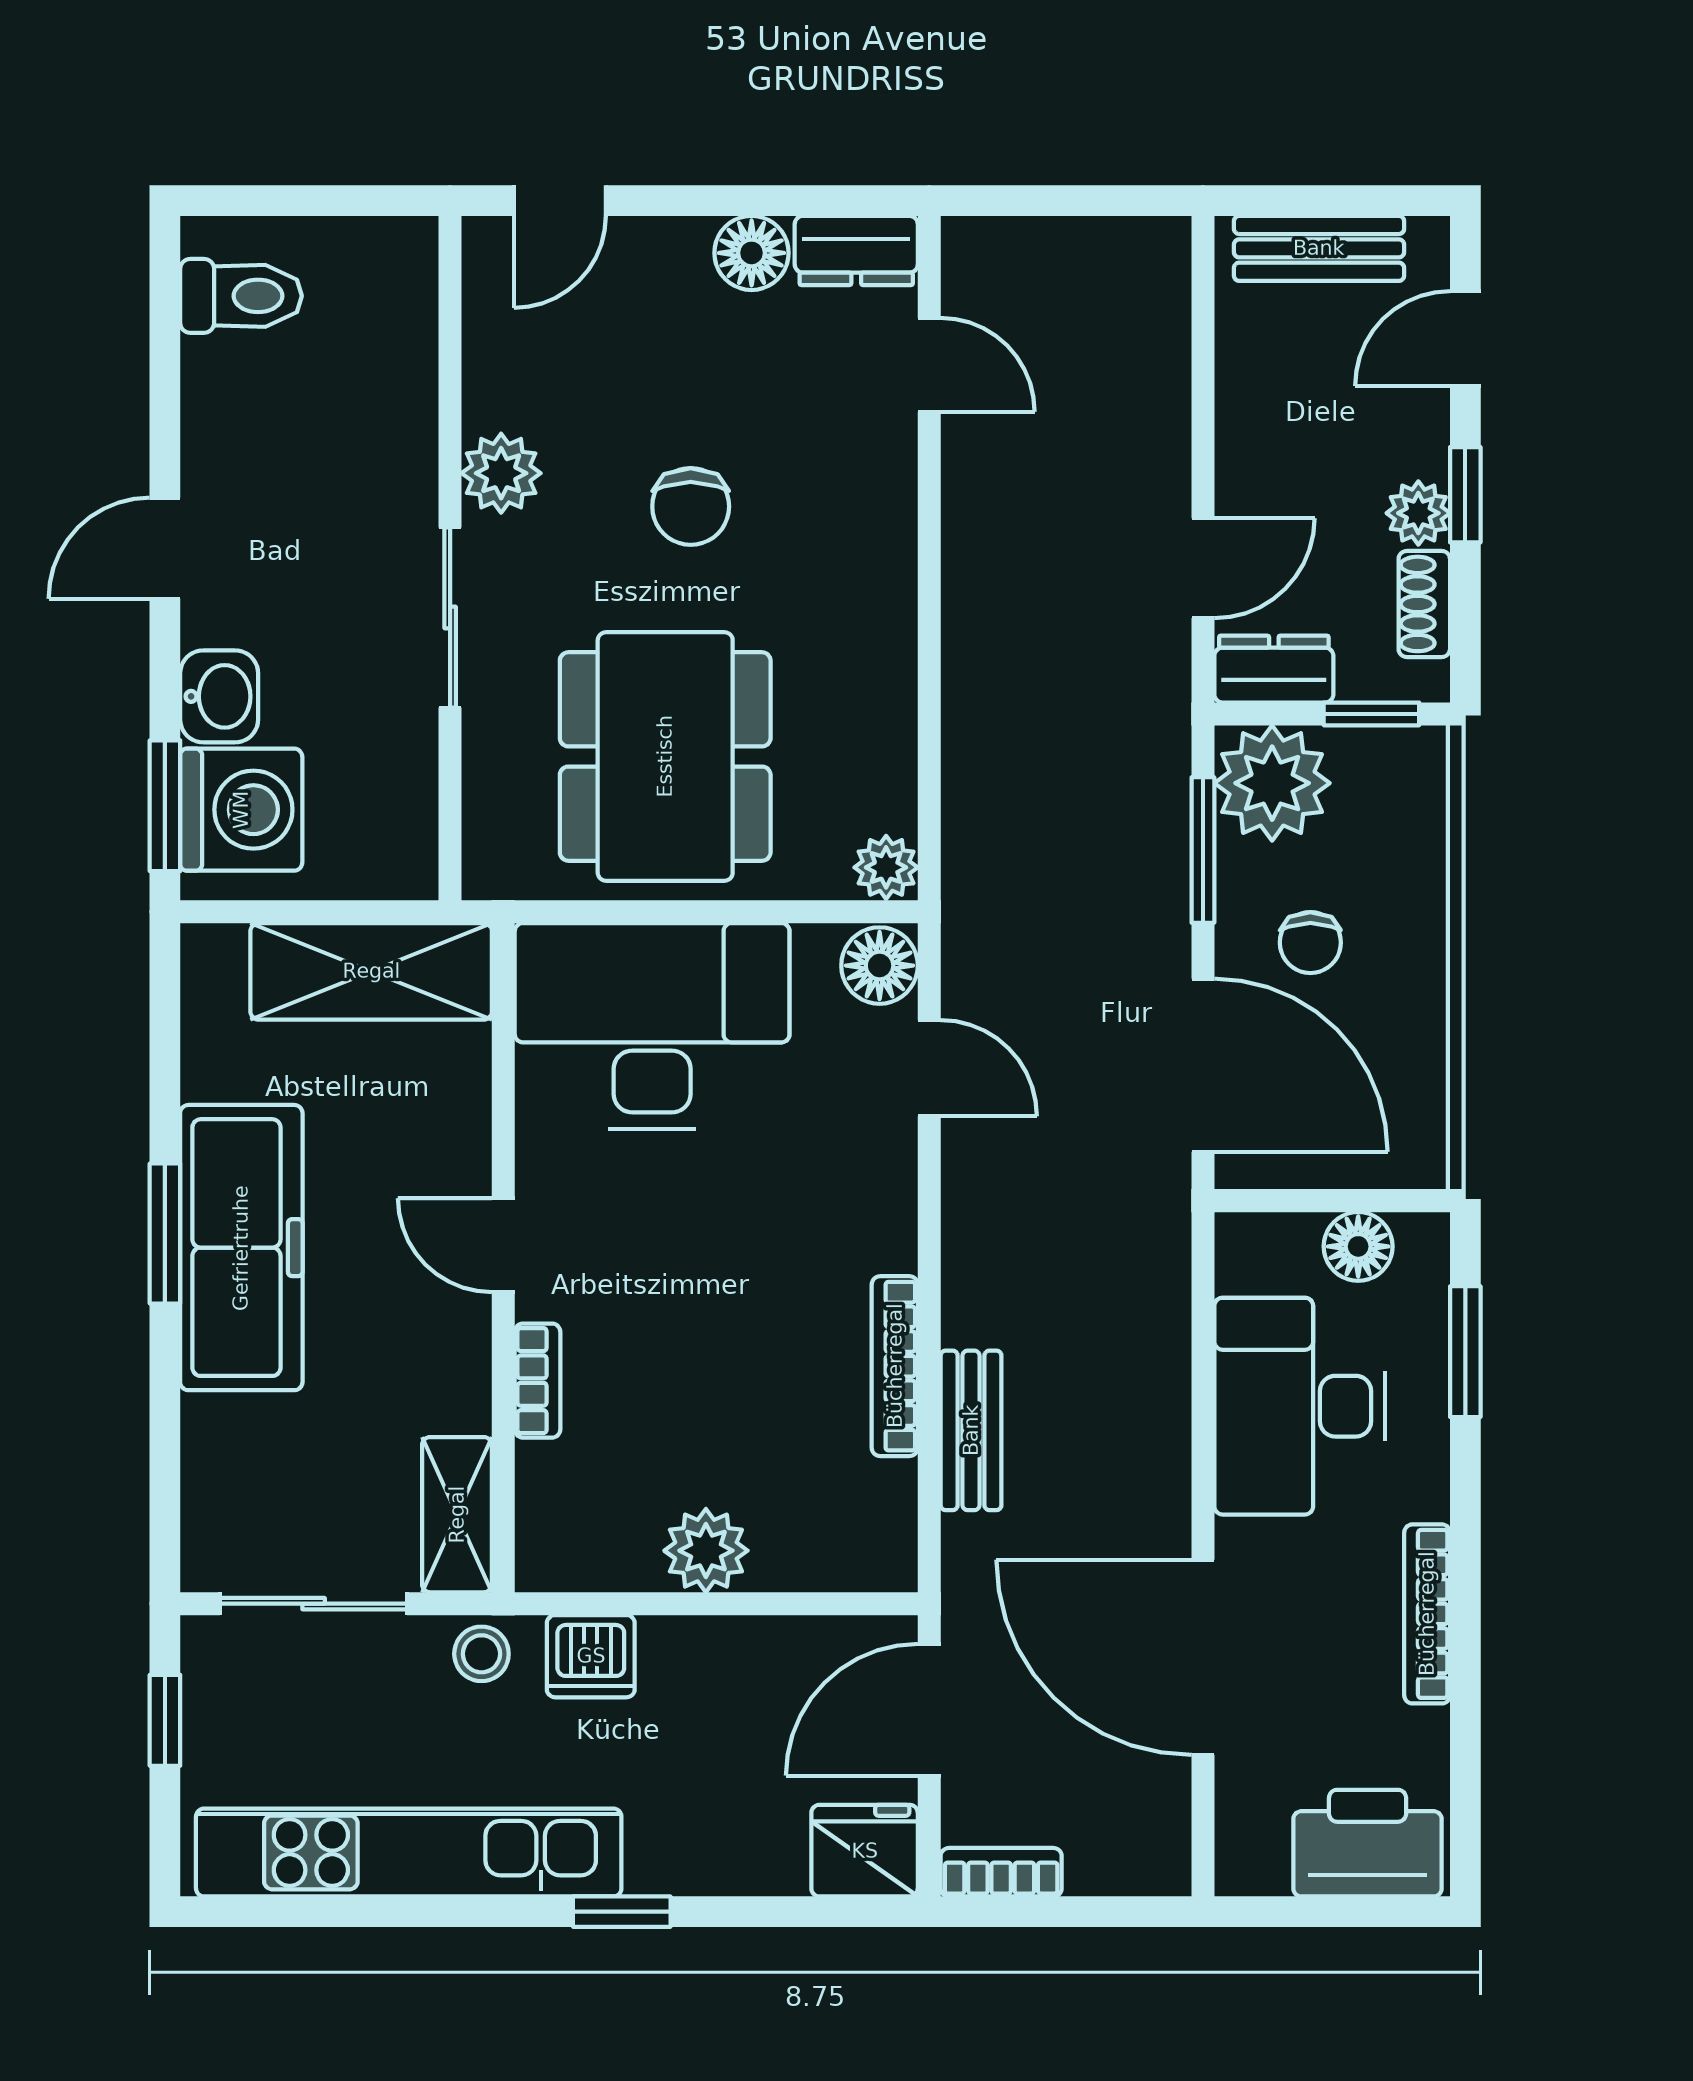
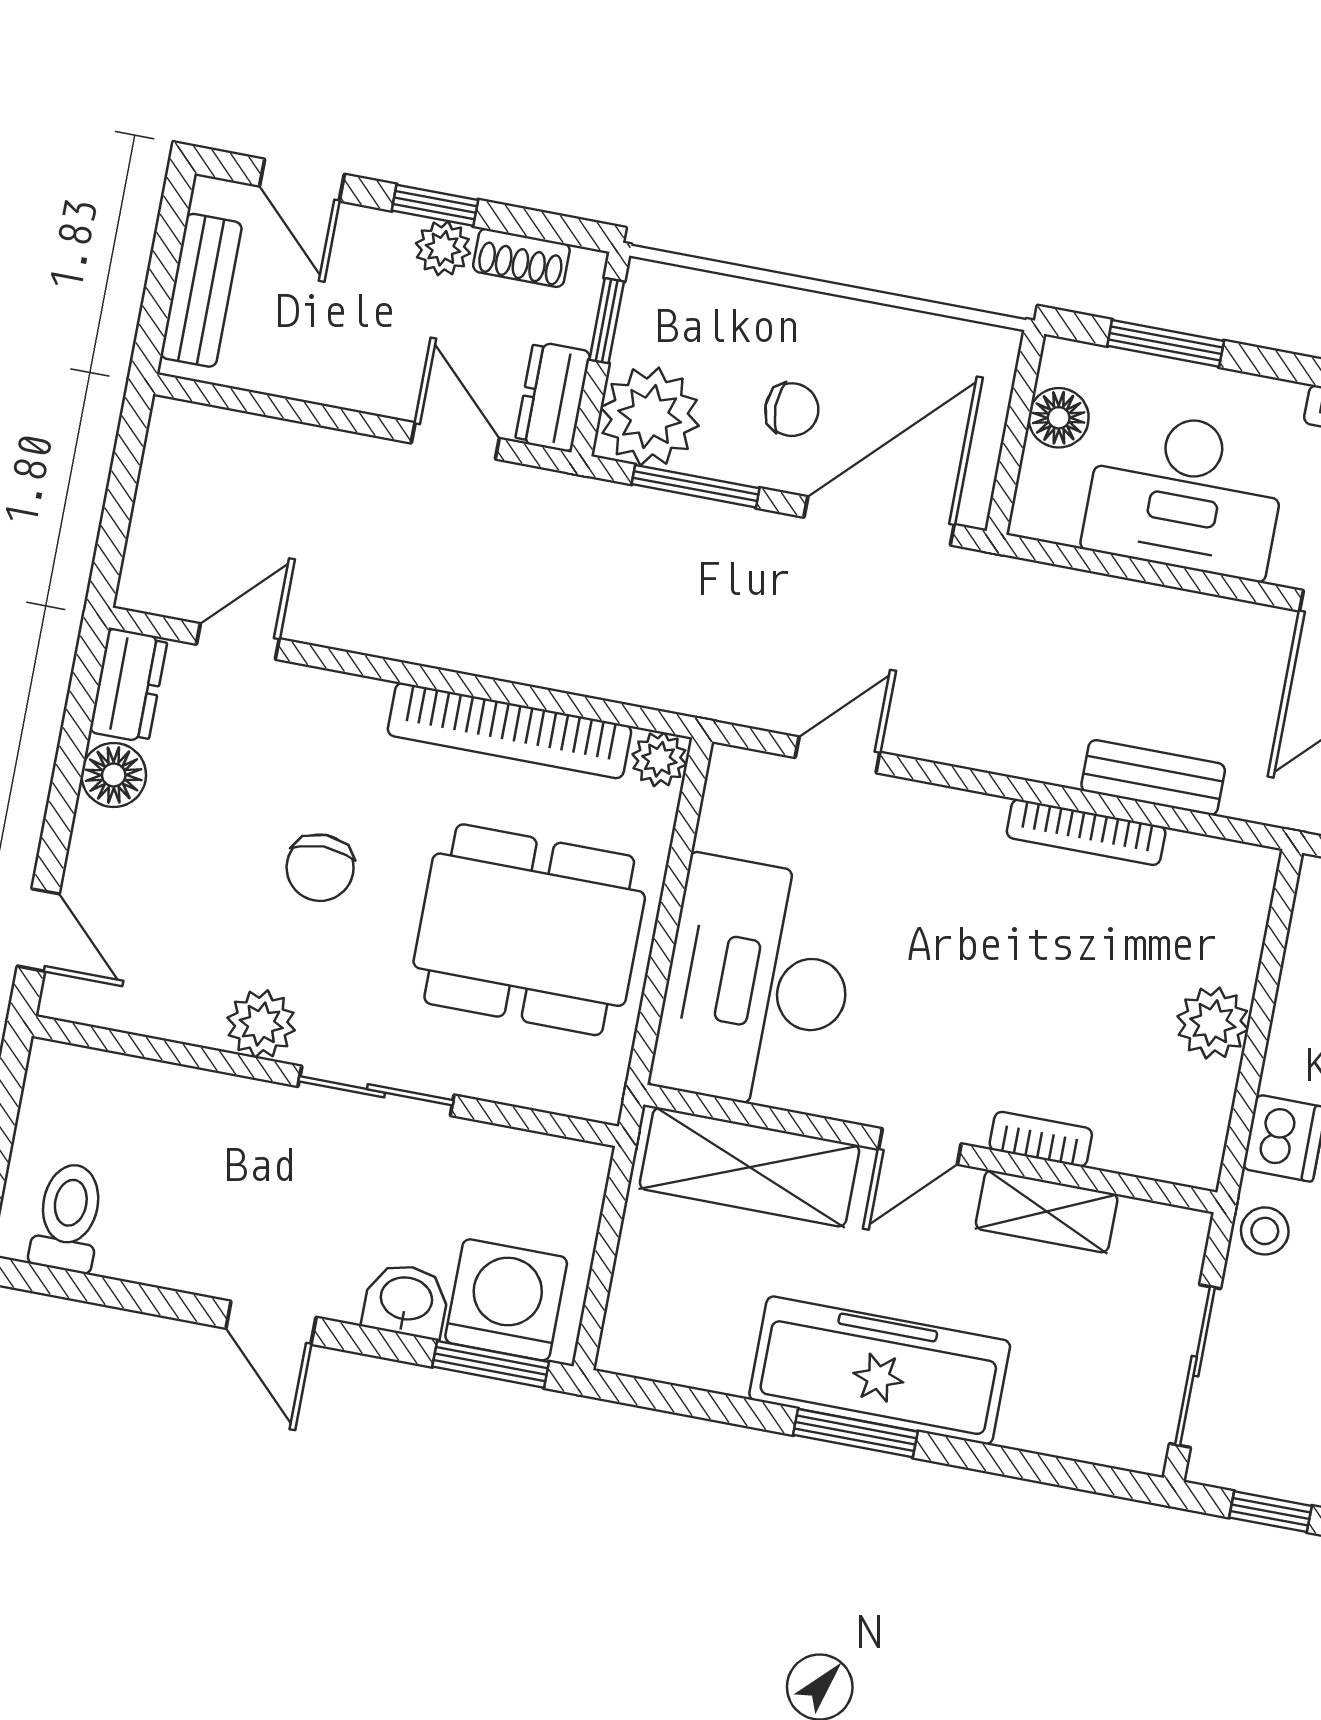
chair: (691, 506) -> (320, 868), turned 90
bookcase: (886, 692) -> (509, 731), added
floor lamp: (880, 966) -> (742, 781), removed
shelving: (371, 971) -> (750, 1167), moved, turned 90
shelving: (457, 1515) -> (1047, 1211), moved

